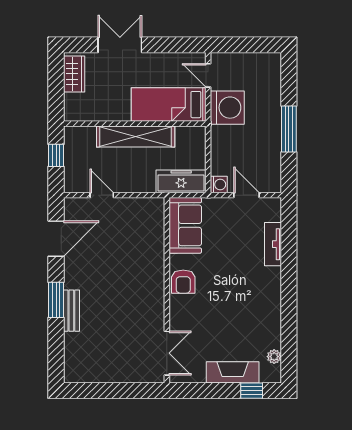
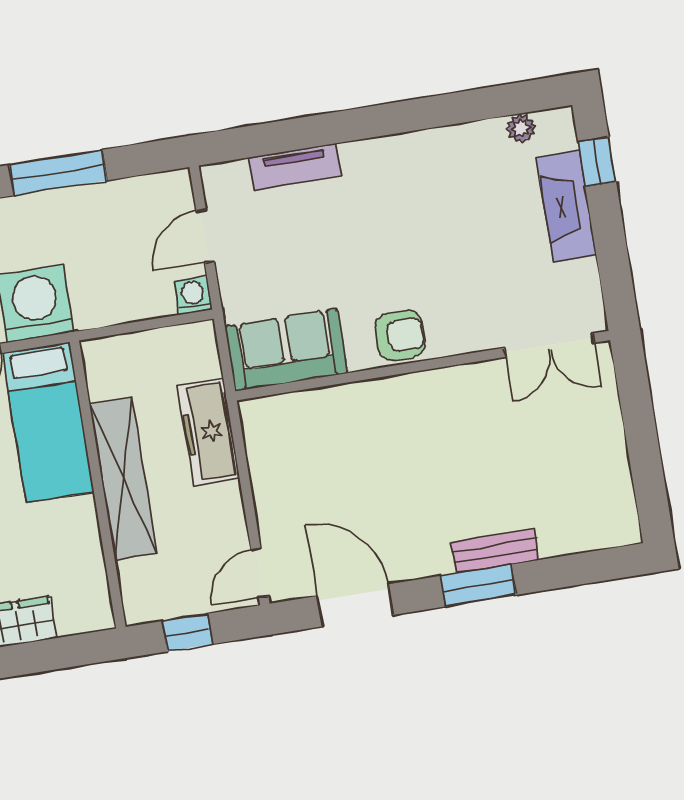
freezer: (181, 181) -> (208, 432), moved
door: (102, 195) -> (260, 573), moved
double door: (167, 353) -> (549, 345), swing flipped

